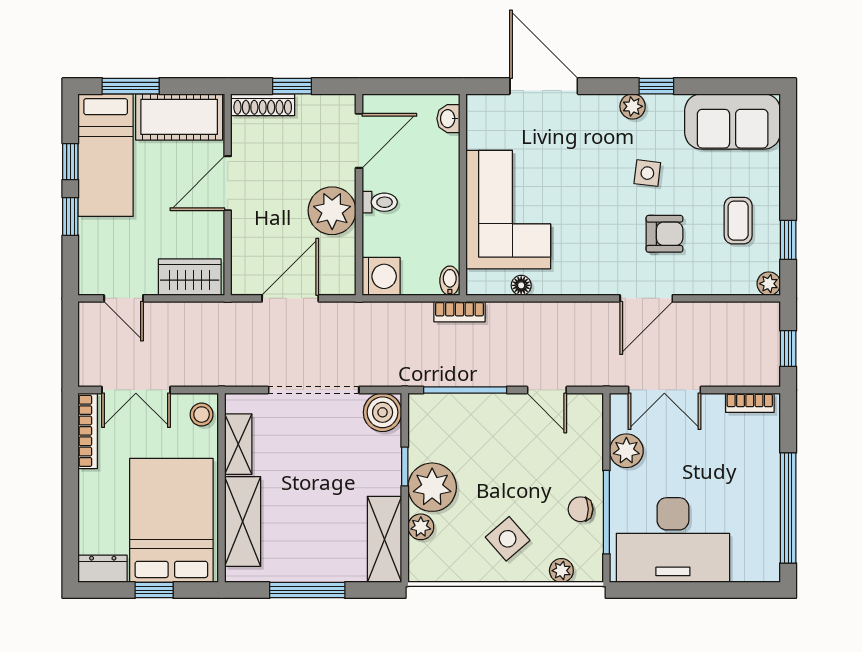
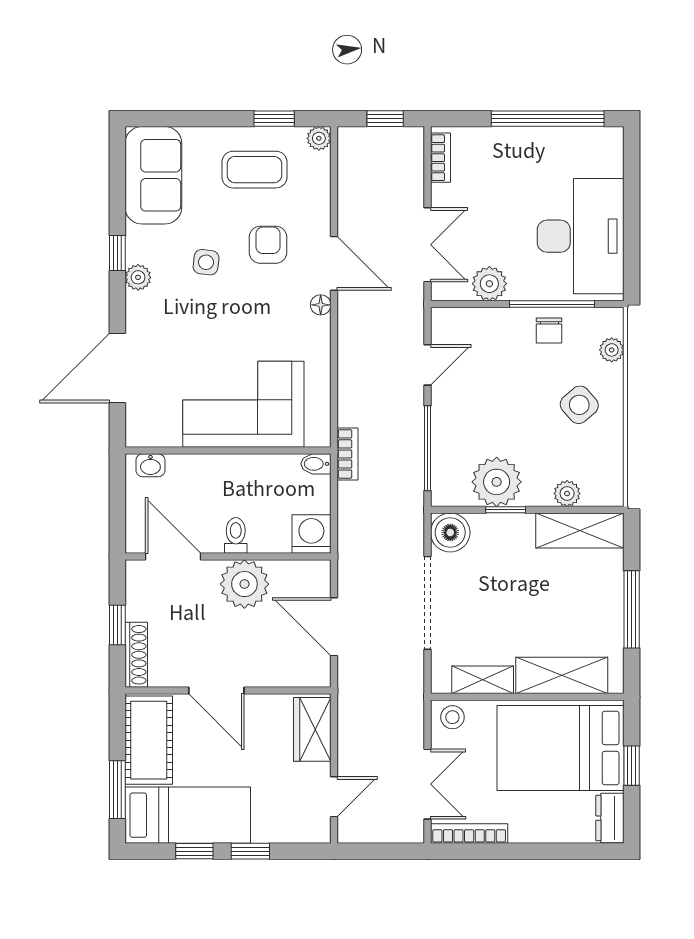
coffee table: (738, 221) -> (255, 170), width x1.36, depth x1.30
floor lamp: (521, 285) -> (321, 305), moved
plant: (432, 487) -> (497, 482), moved

